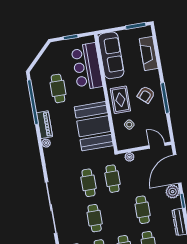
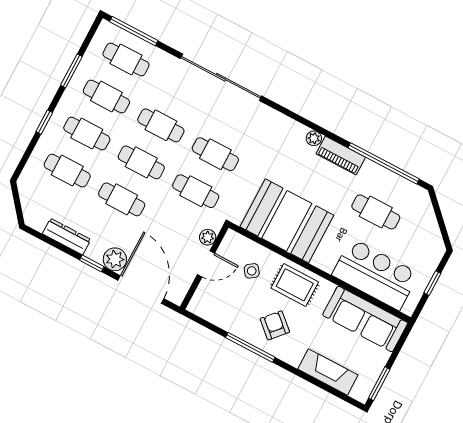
door: (157, 146) -> (206, 264), moved
cafe table: (119, 214) -> (141, 162), added

